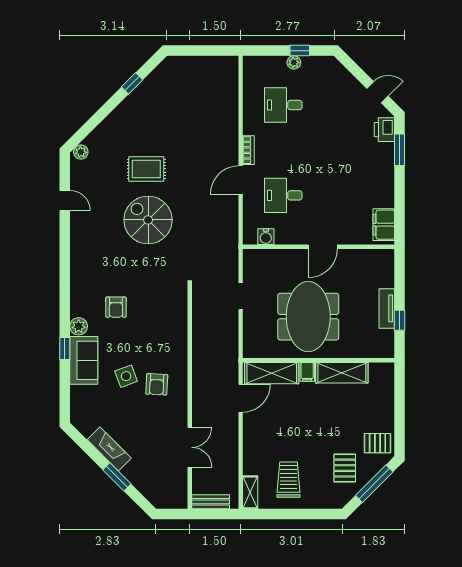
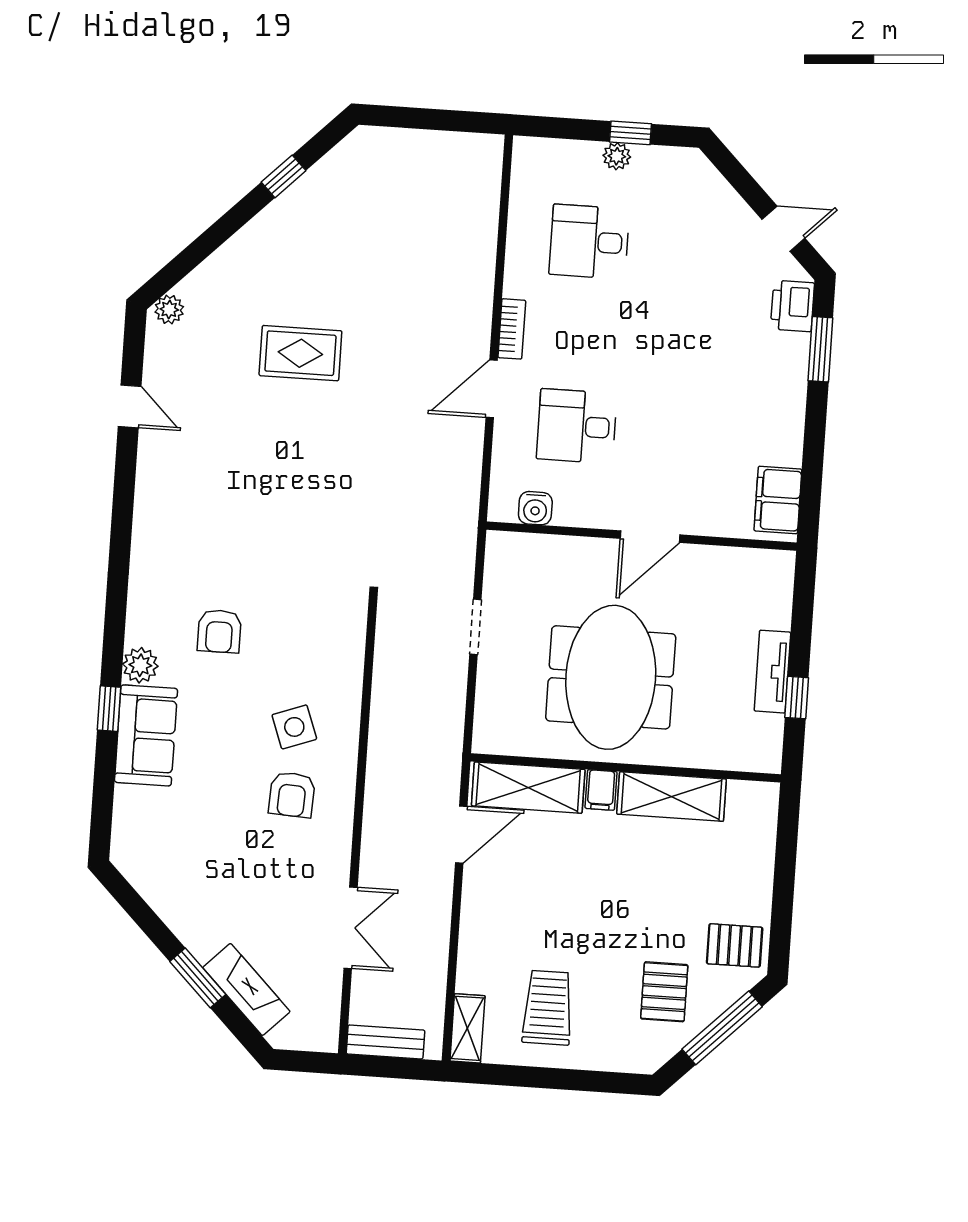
spiral stairs: (148, 220) -> (297, 458), removed
side table: (126, 376) -> (294, 727), moved
fireplace: (109, 449) -> (246, 989), moved

